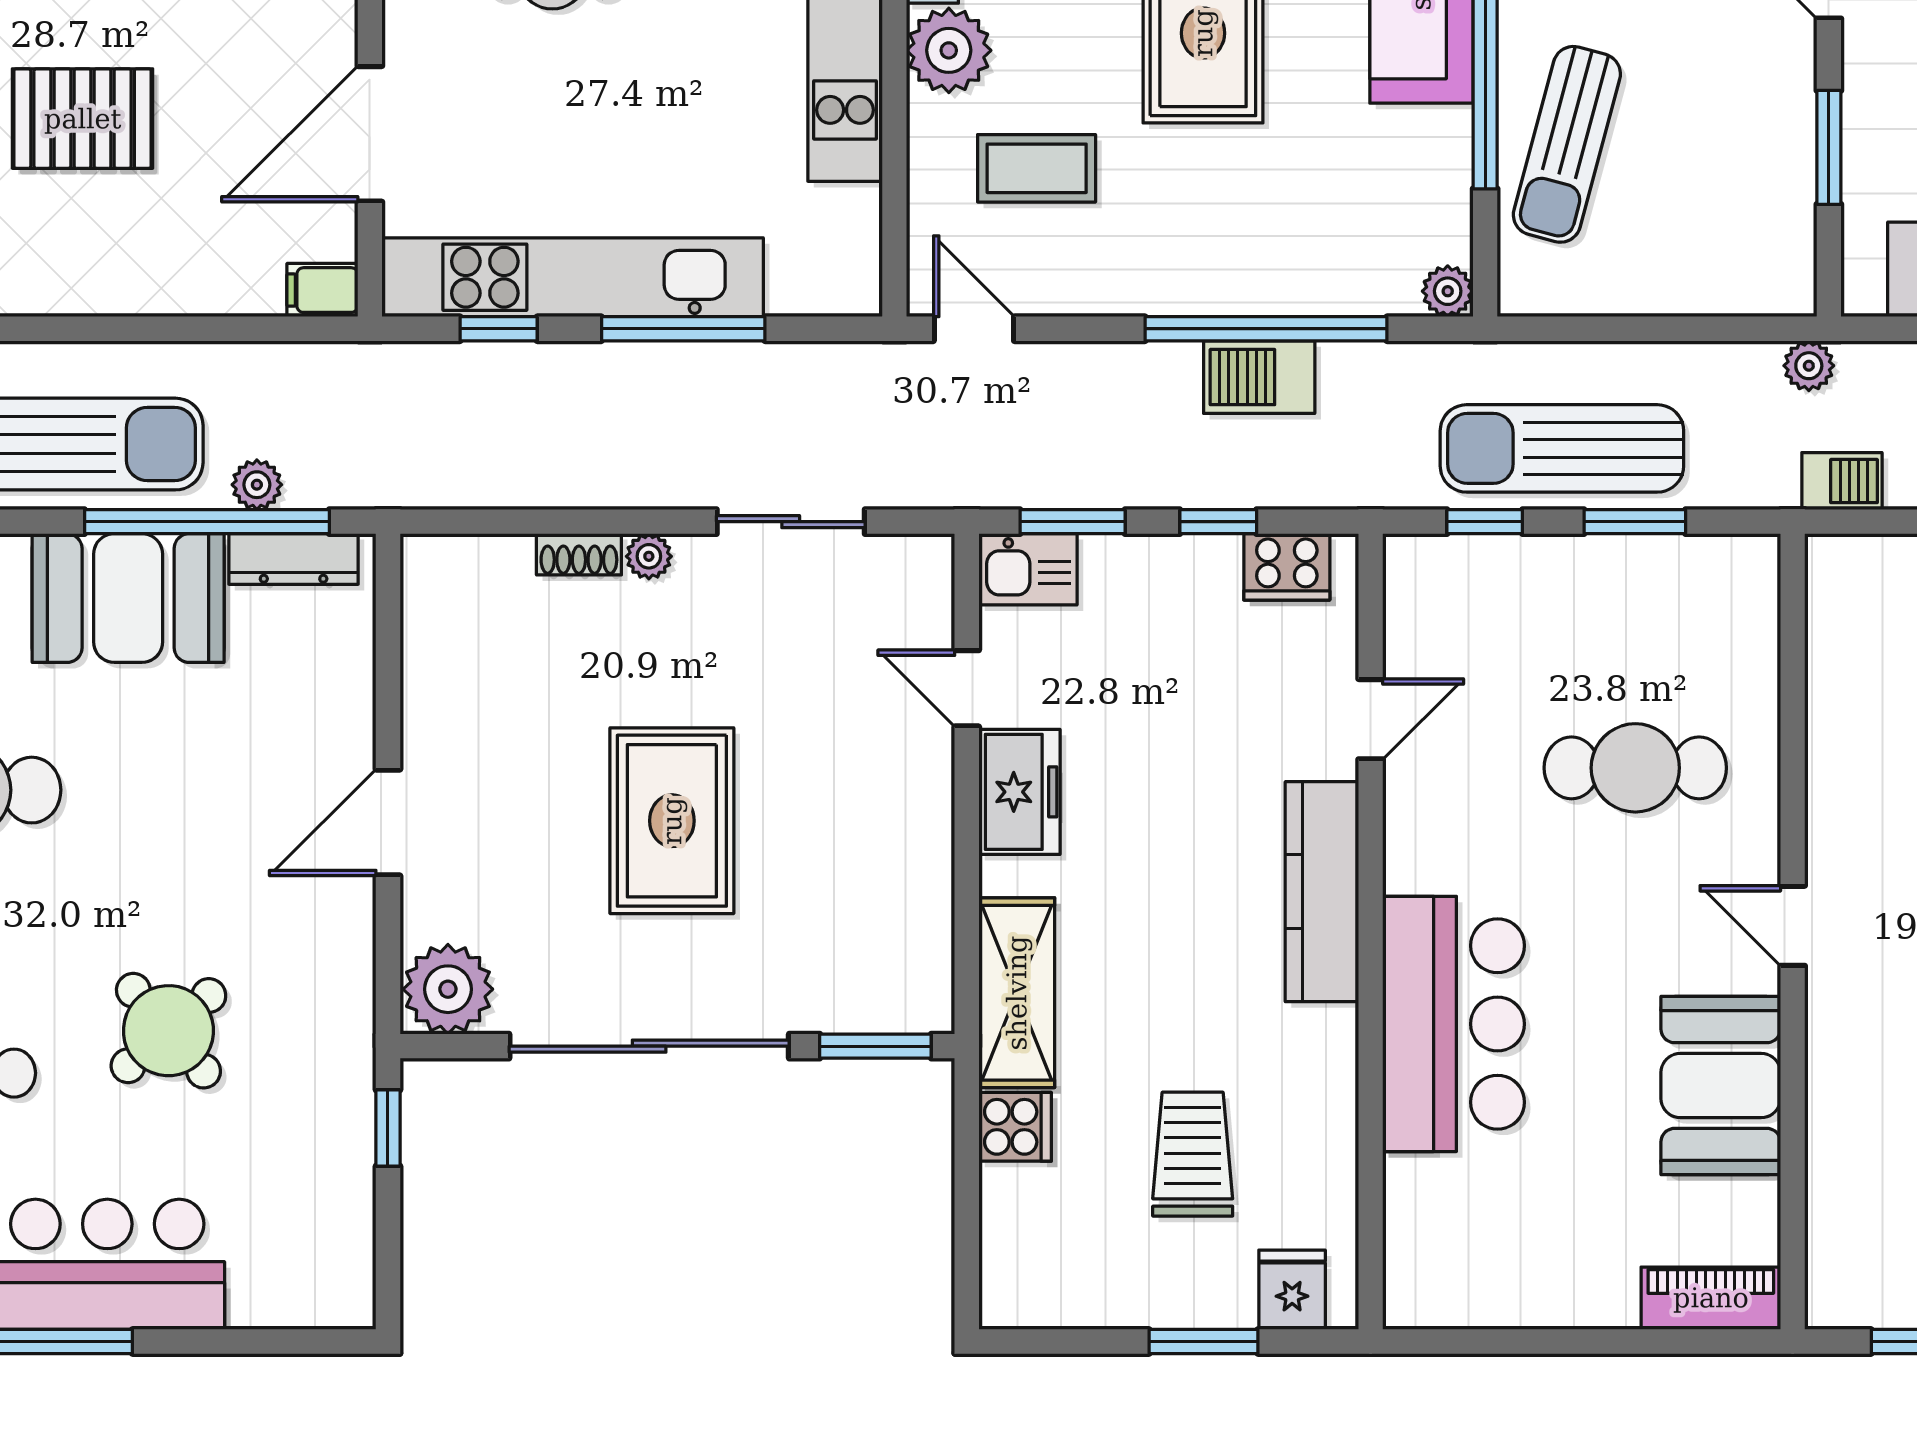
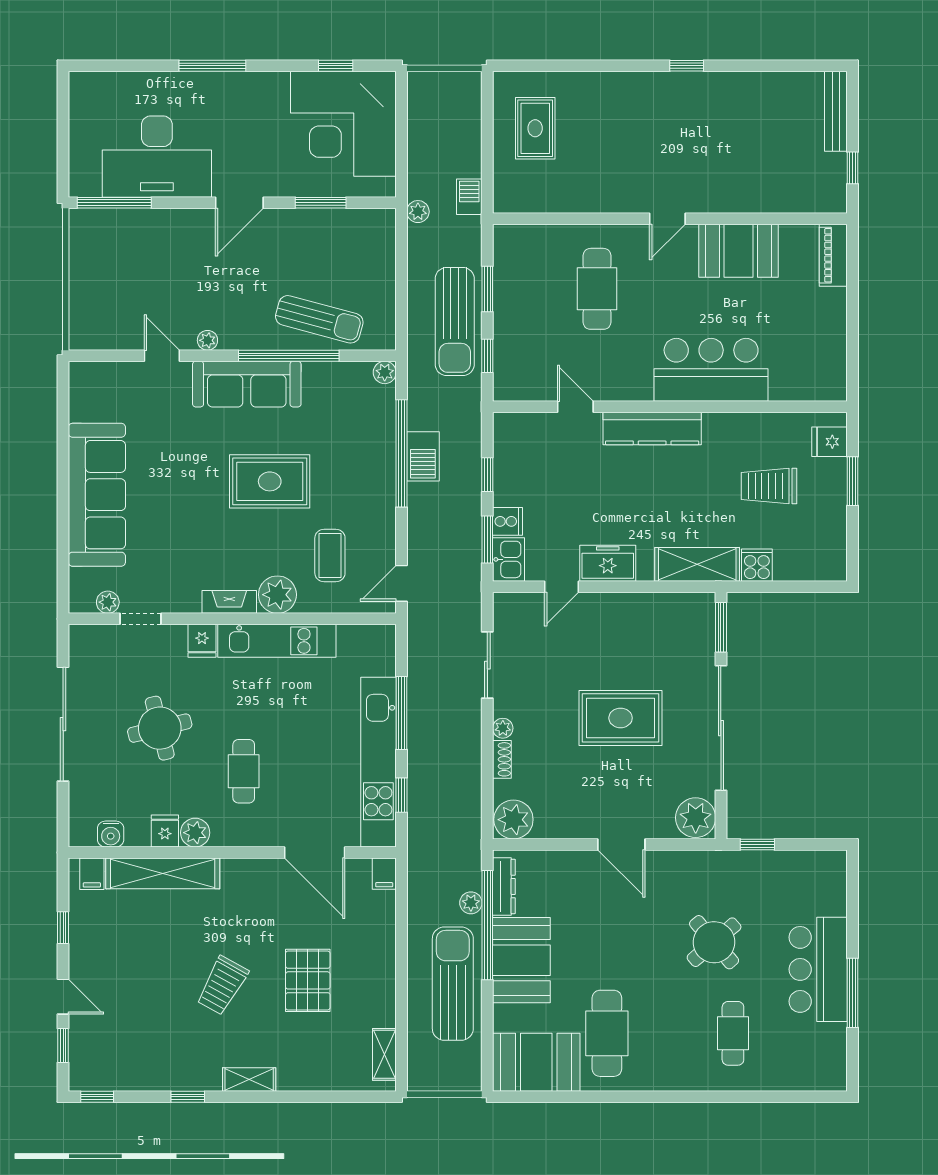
cooker: (1287, 567) -> (507, 521), moved, width x0.73
plant: (444, 580) -> (513, 820), added

